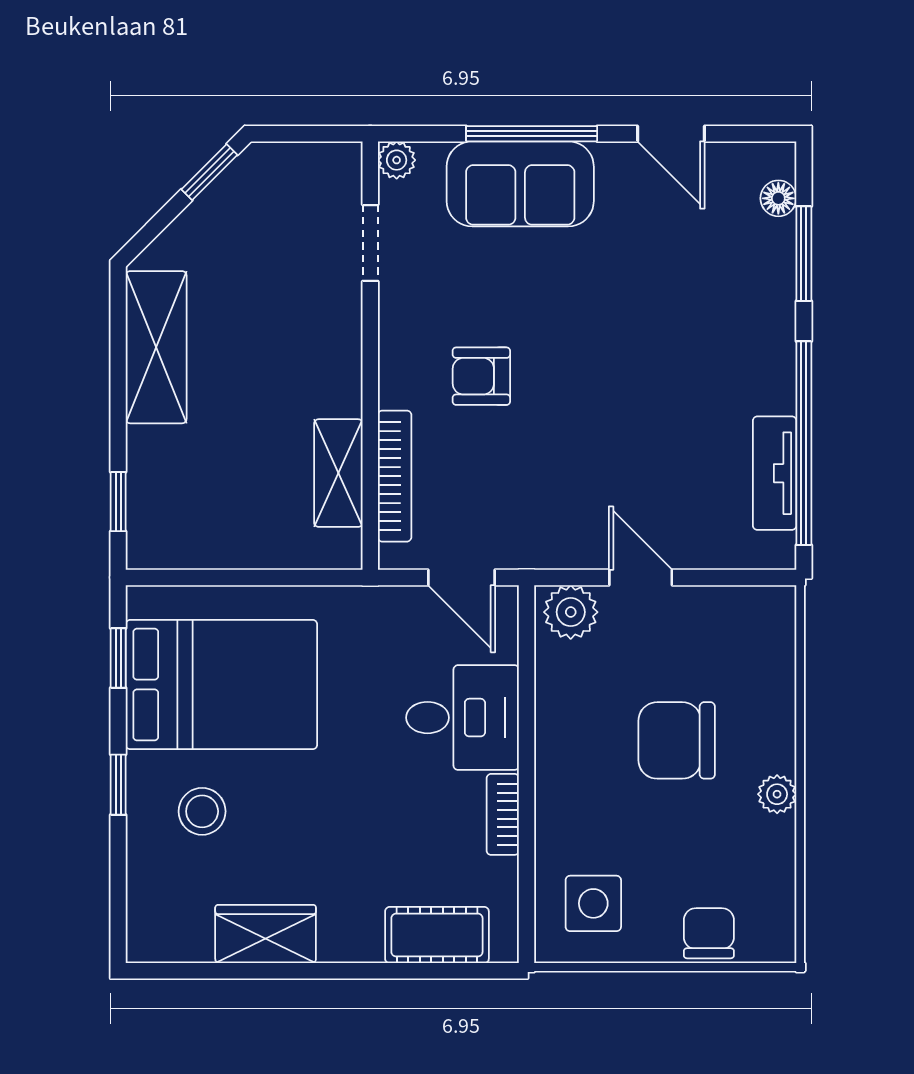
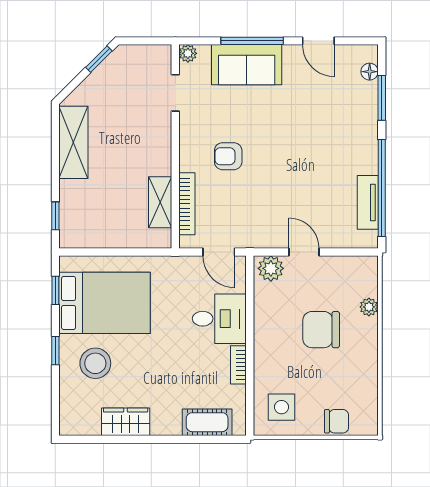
plant: (777, 794) -> (369, 307), moved
stool: (202, 811) -> (95, 363), width x1.38, depth x1.38
chair: (709, 933) -> (336, 421), turned 90

